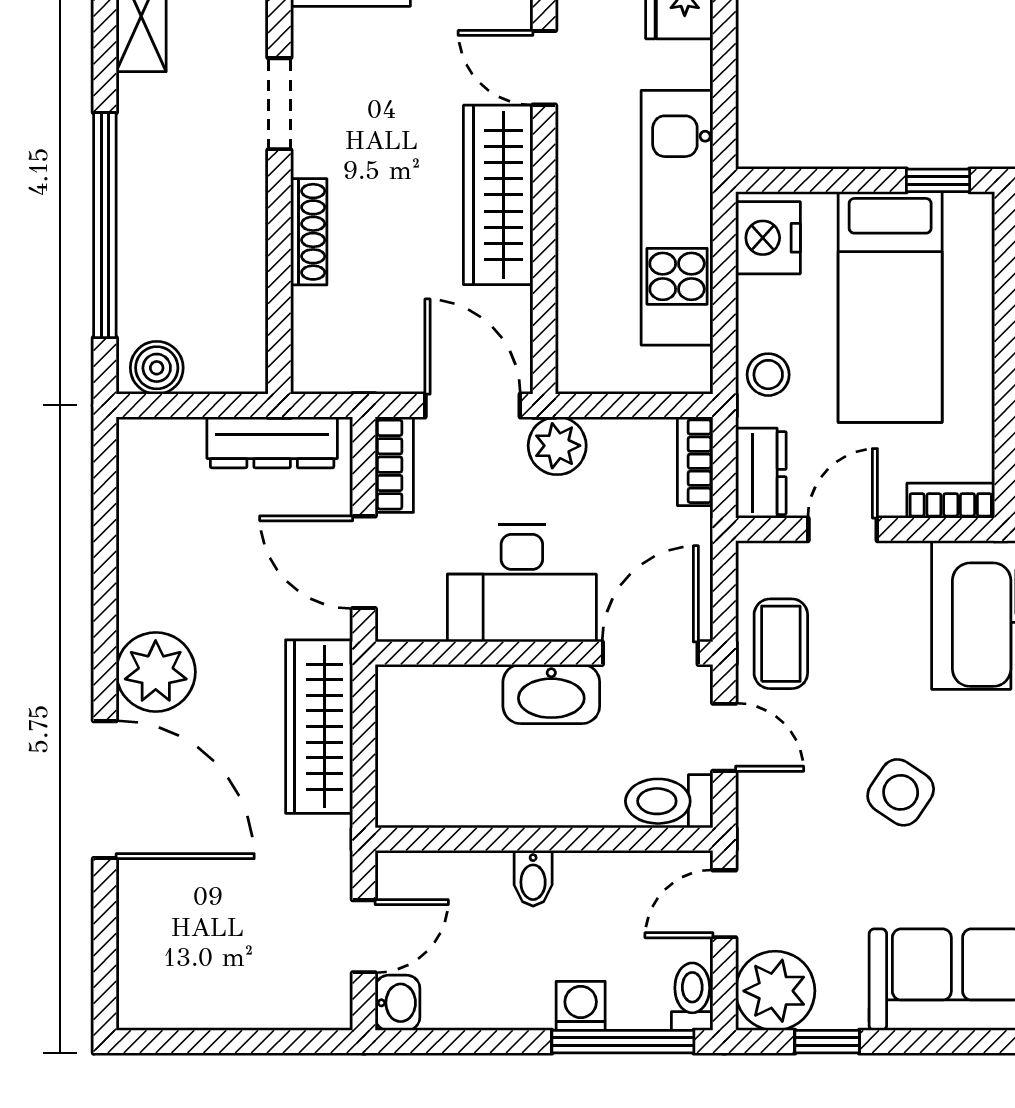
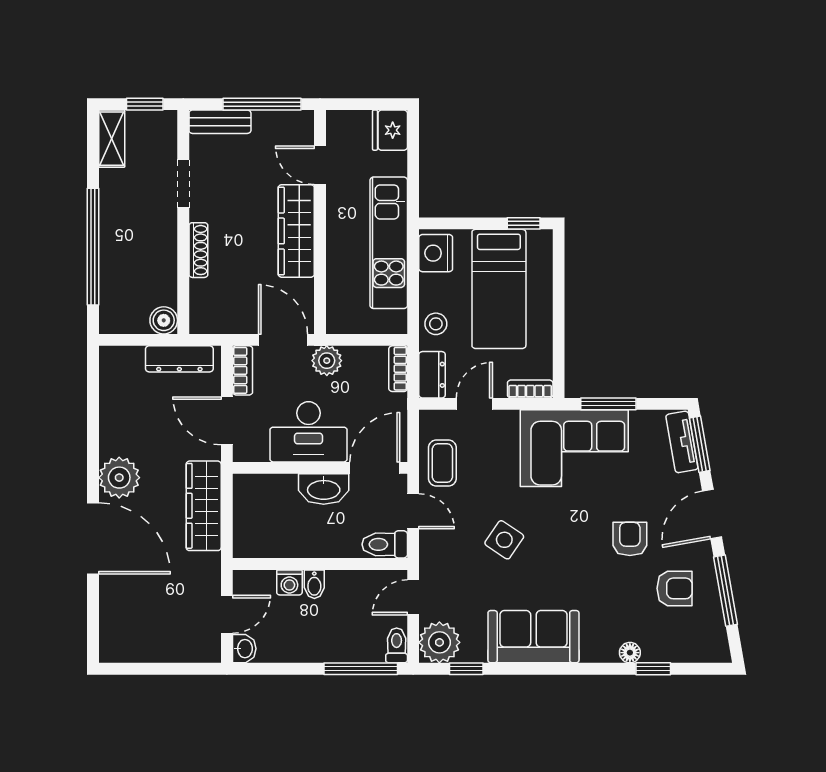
boiler: (157, 368) -> (164, 320), moved
washing machine: (581, 1006) -> (289, 582), moved, turned 180

